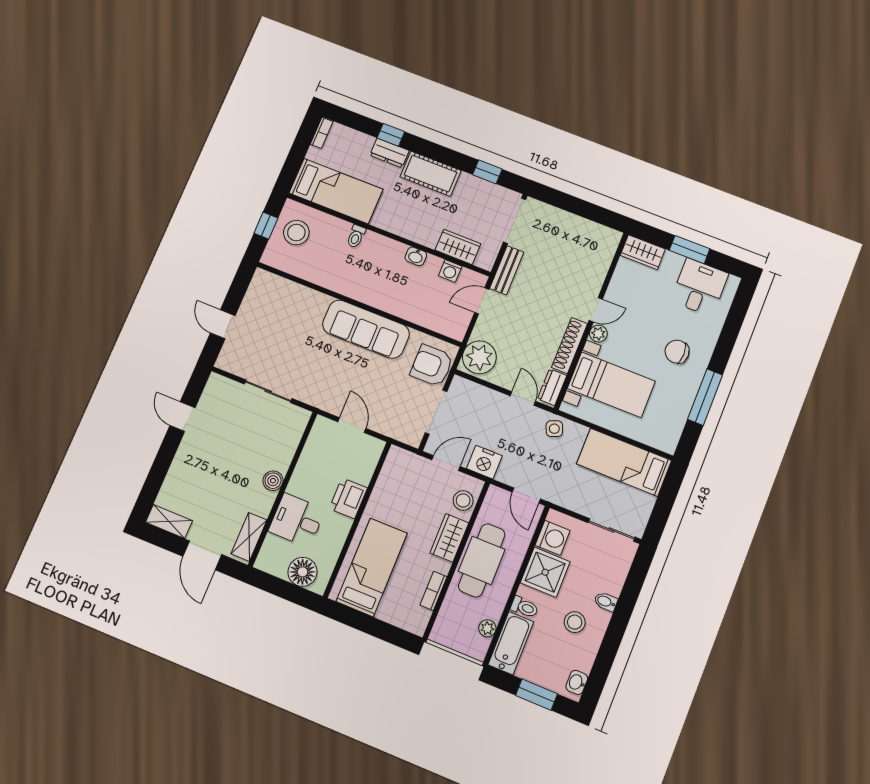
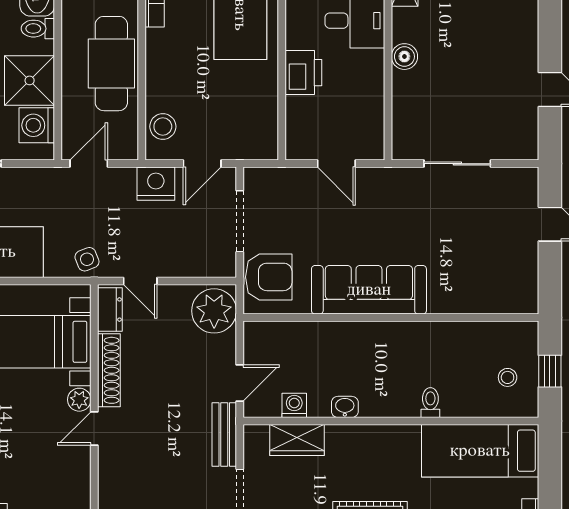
stool: (296, 233) -> (508, 377), width x0.53, depth x0.53
door: (526, 496) -> (89, 164), hinge flipped
wardrobe: (449, 538) -> (161, 75), removed

